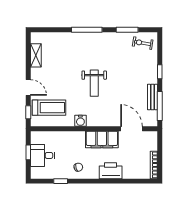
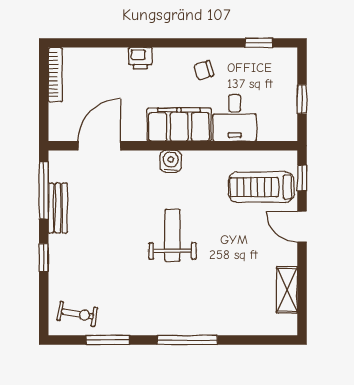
water cooler: (80, 121) -> (171, 161), moved
door: (131, 129) -> (99, 146), swing flipped
filing cabinet: (102, 140) -> (179, 125), moved
desk: (43, 155) -> (235, 118), moved, turned 90
printer: (111, 171) -> (140, 58), width x0.53, depth x0.68
window: (61, 181) -> (259, 43), moved

